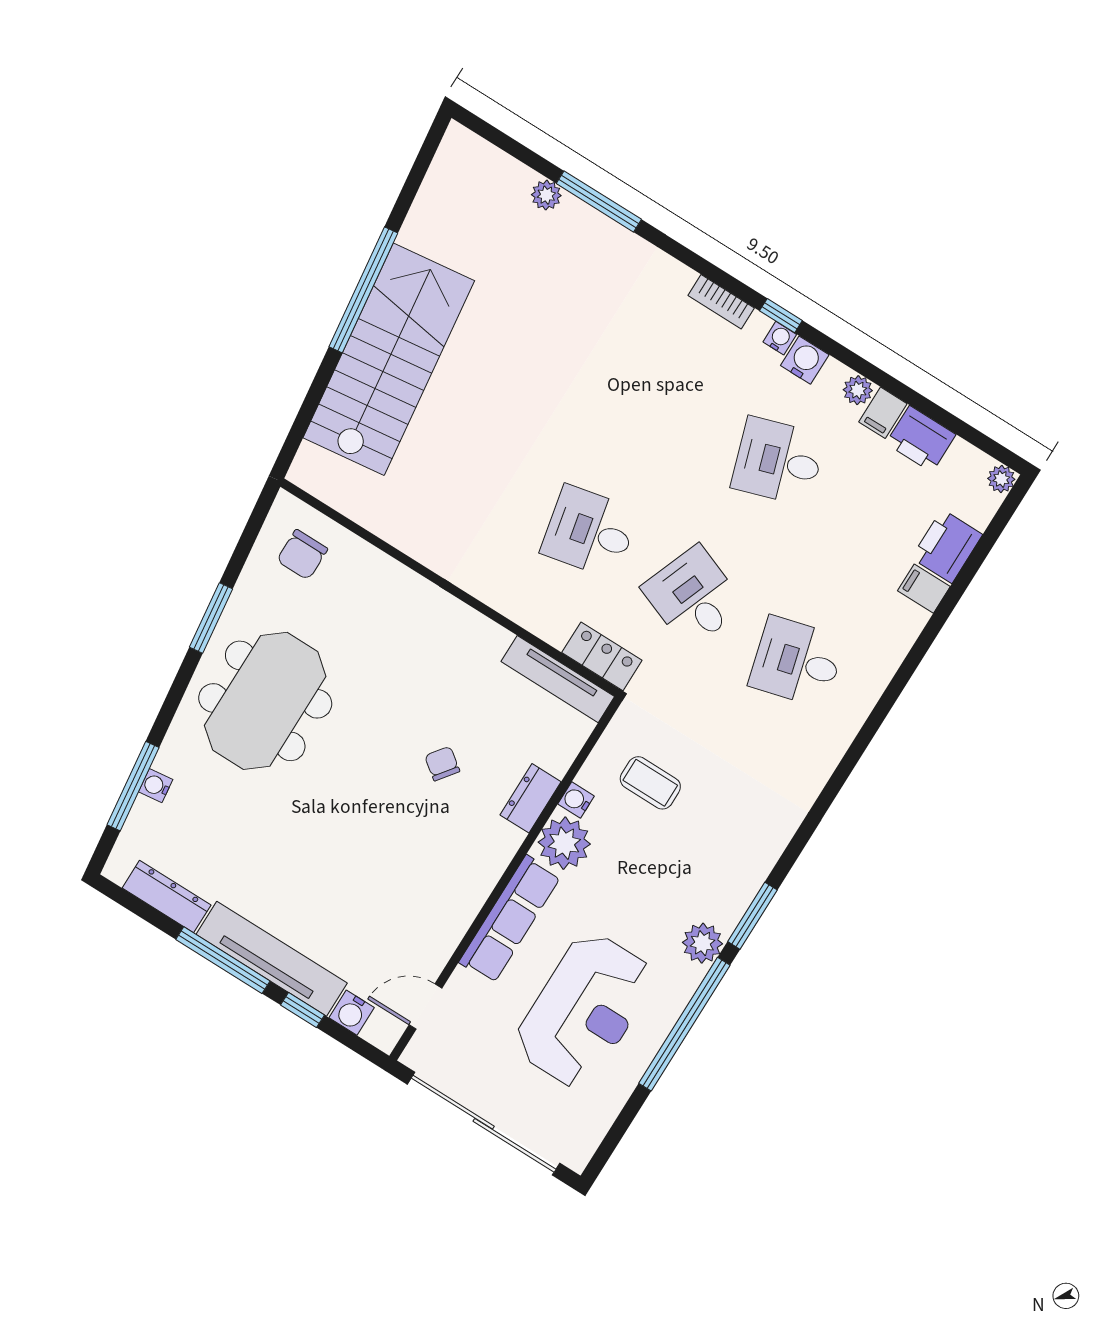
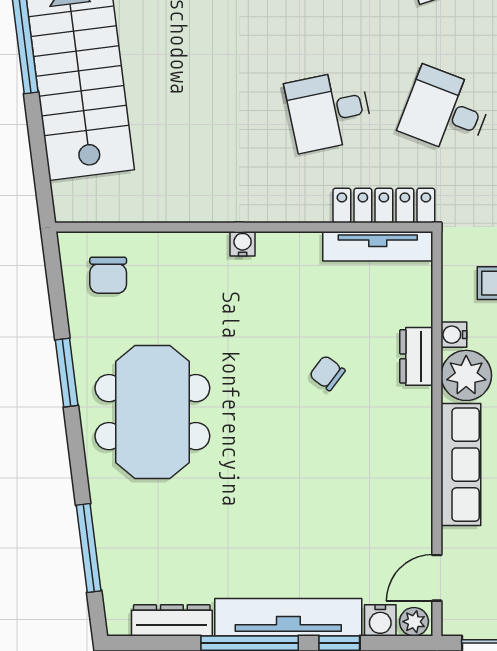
locker: (602, 656) -> (384, 205), width x1.53
water cooler: (156, 786) -> (243, 244), moved, turned 97
plant: (381, 1033) -> (414, 622), added

